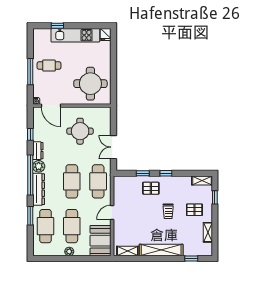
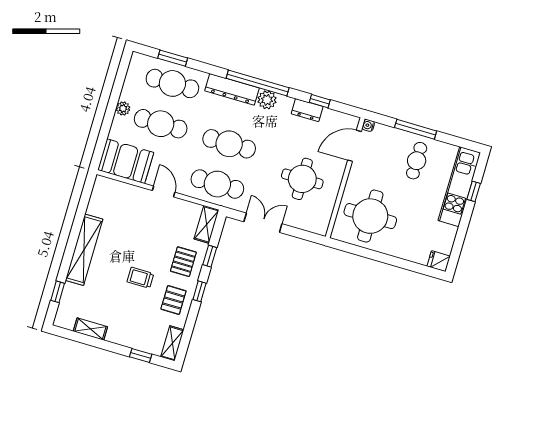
kitchen unit: (75, 35) -> (459, 187), moved
dresser: (38, 151) -> (307, 110), moved
pallet: (194, 210) -> (173, 300), moved
window: (30, 216) -> (173, 58), moved
shelving: (128, 251) -> (207, 224), moved

